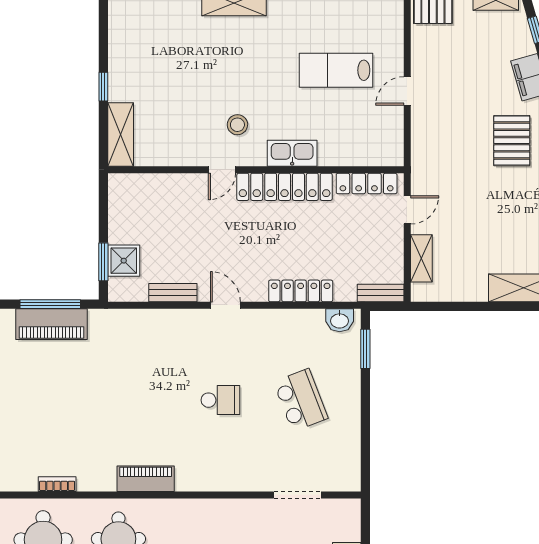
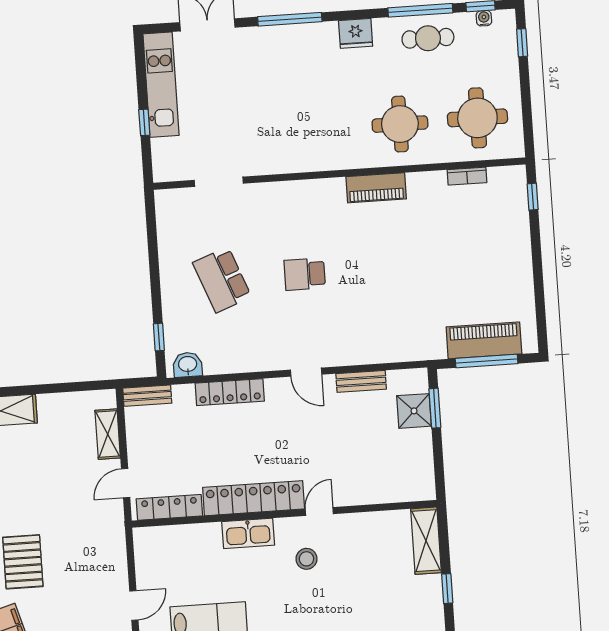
window: (365, 349) -> (159, 337), width x0.67

